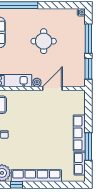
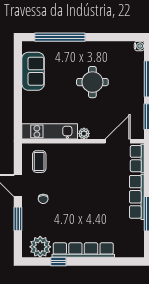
door: (52, 89) -> (118, 141), moved
row of seats: (80, 164) -> (137, 159), moved

